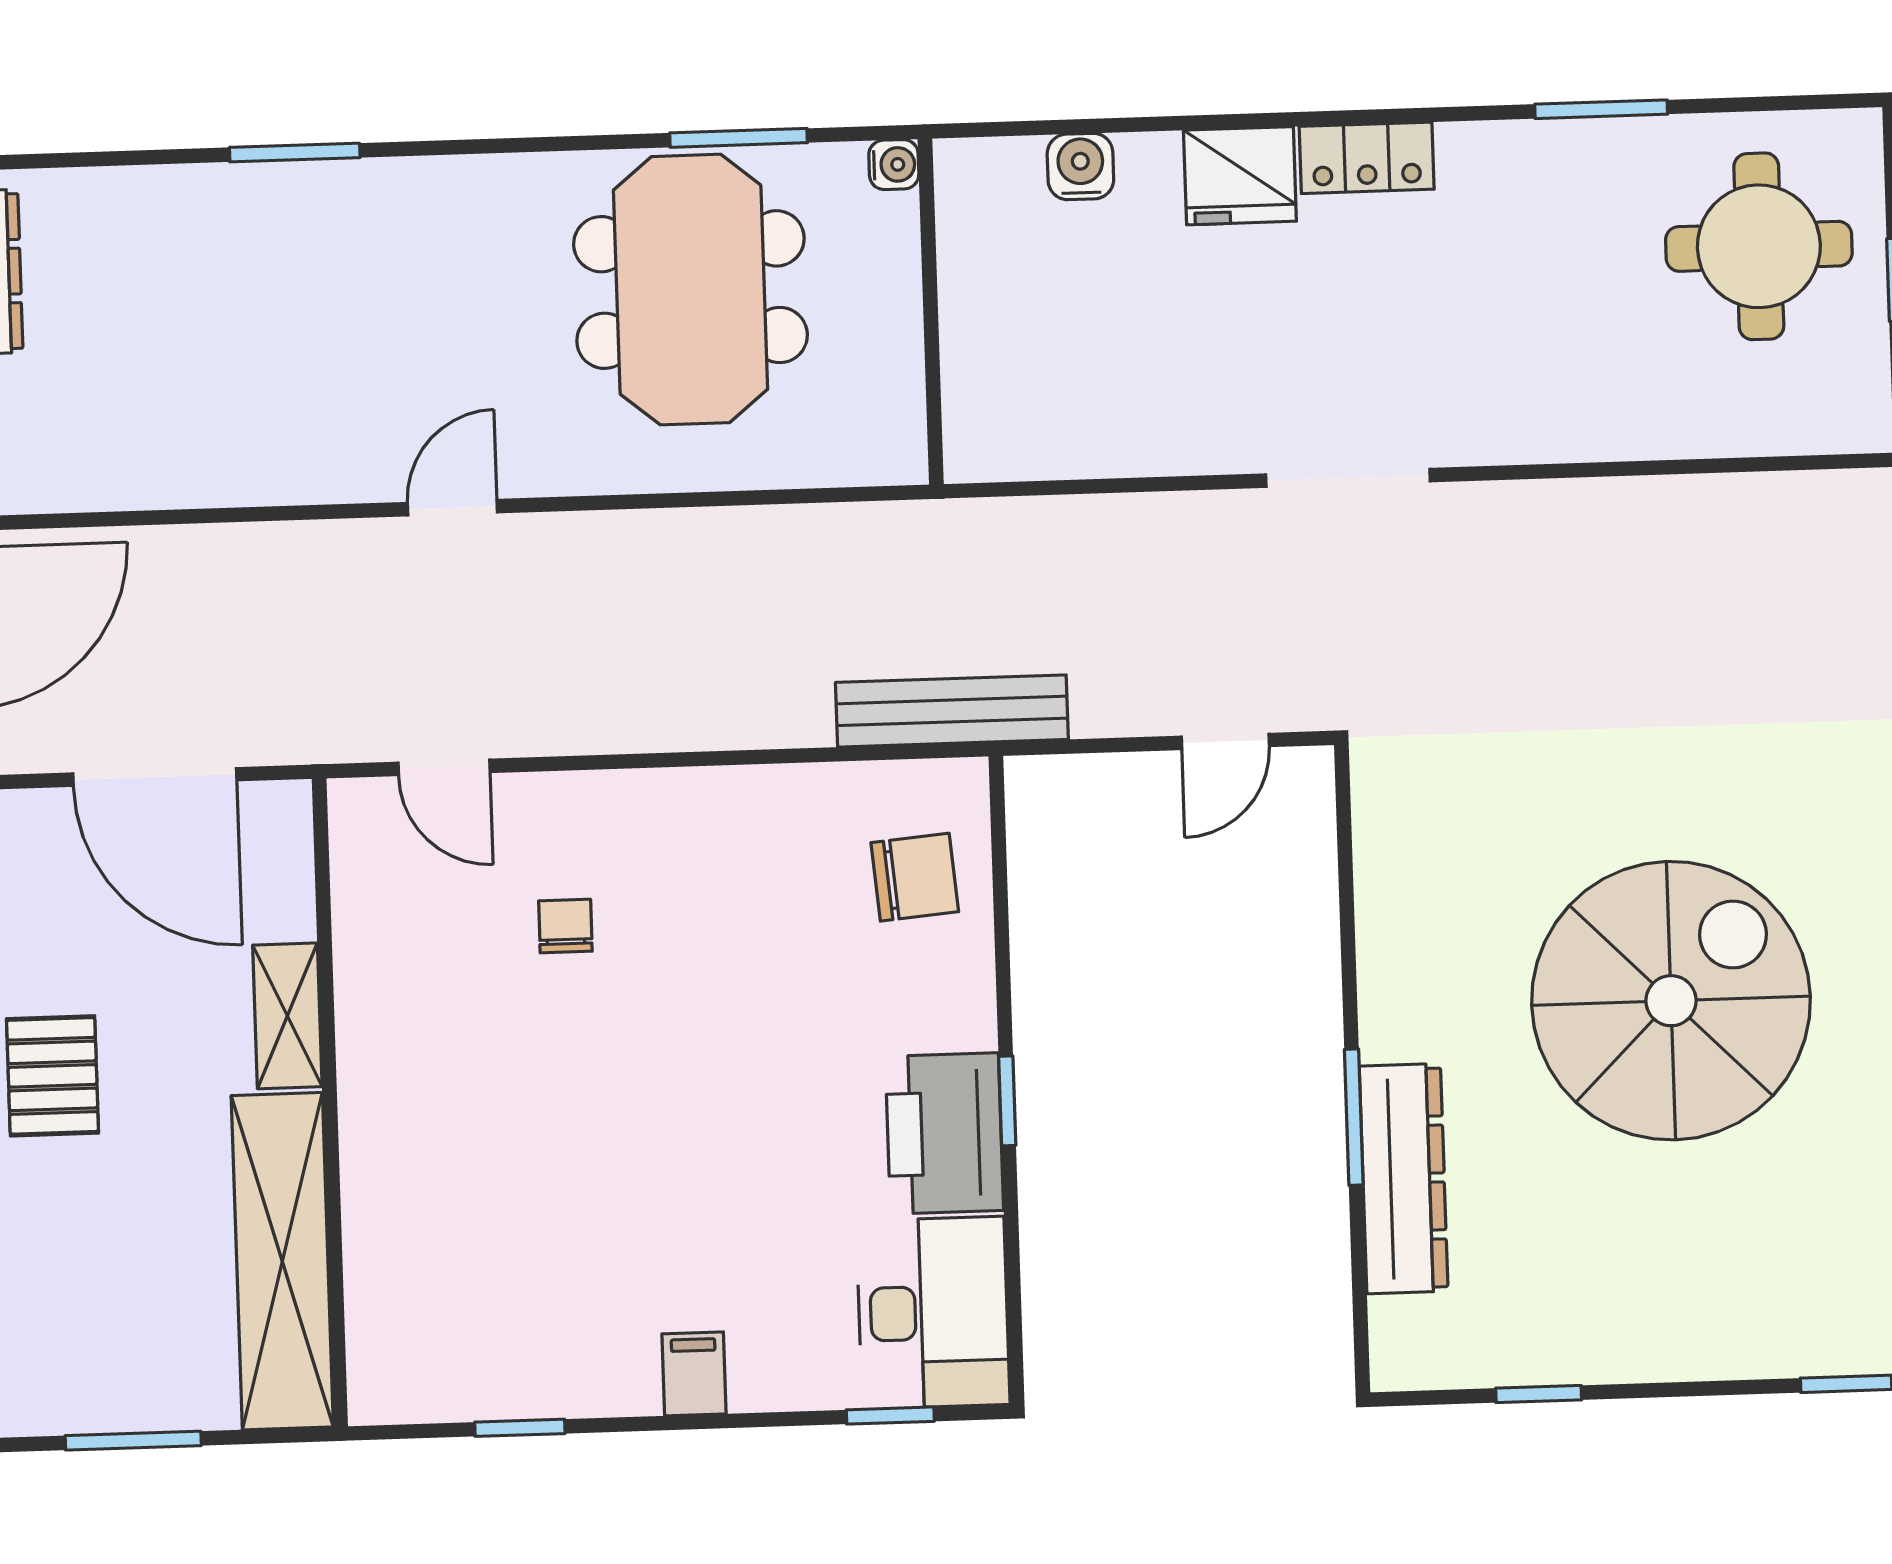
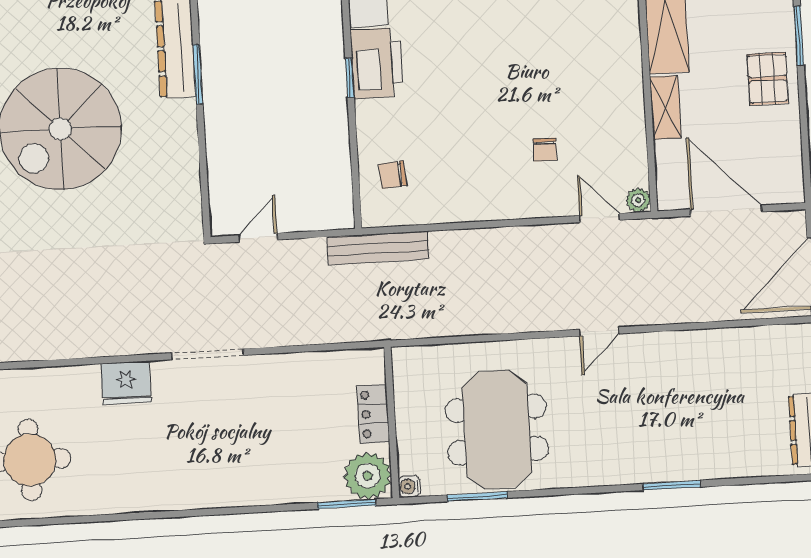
window: (1601, 109) -> (347, 504), moved
locker: (1367, 158) -> (373, 414), moved, turned -90
water cooler: (1080, 166) -> (328, 488), removed
fridge: (1240, 176) -> (126, 383), moved, turned 180
plant: (988, 191) -> (368, 476), added
plant: (355, 805) -> (638, 200), added
chair: (915, 877) -> (393, 175), width x0.73, depth x0.73

